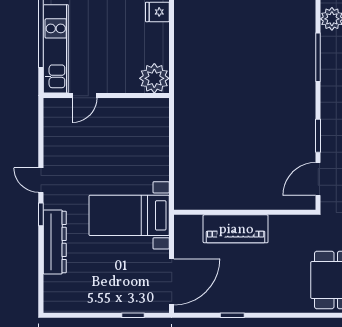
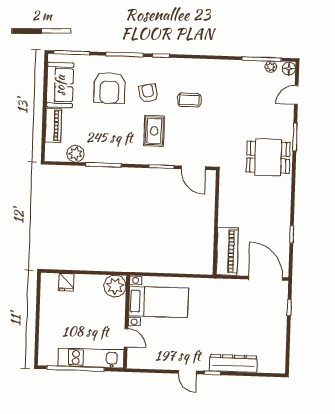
door: (41, 180) -> (187, 372), hinge flipped
bed with nightstands: (129, 215) -> (158, 302), moved, turned -90
piano: (236, 229) -> (227, 251), moved

